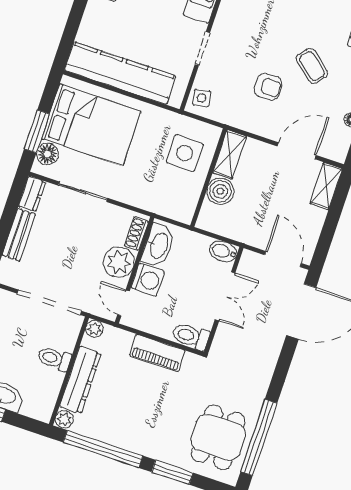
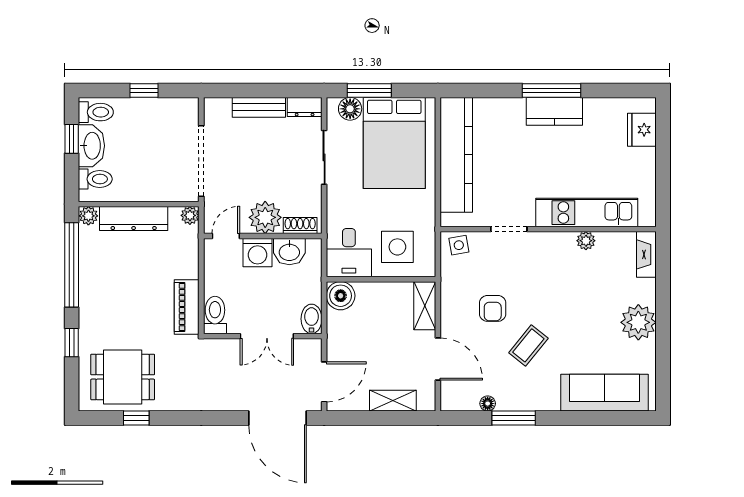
shelving: (229, 154) -> (425, 306), moved, turned 90
shelving: (326, 186) -> (393, 401), moved
boiler: (220, 191) -> (341, 296), moved
desk: (175, 198) -> (349, 253), added
washbasin: (158, 246) -> (289, 252), width x0.72
piano: (157, 353) -> (187, 307), moved
toilet: (54, 359) -> (95, 179), moved, turned 90
window: (259, 437) -> (136, 418), width x0.32
window: (172, 472) -> (72, 343), width x0.67

